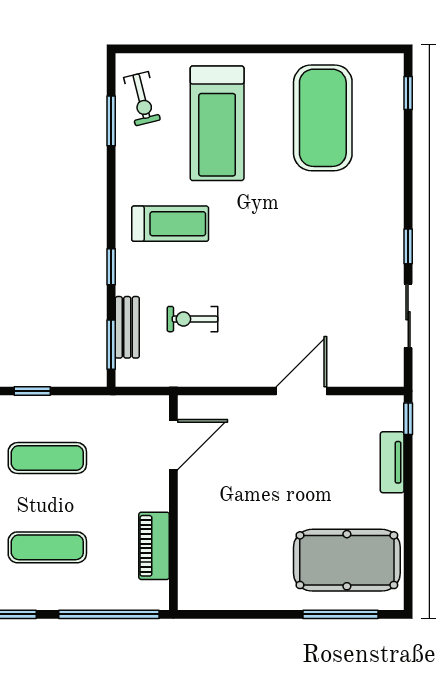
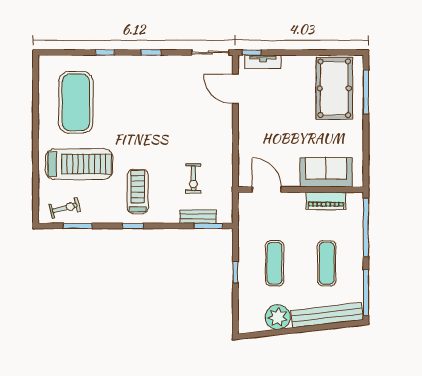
window: (408, 93) -> (105, 53), moved
exercise mat: (323, 118) -> (76, 102), turned 90
window: (111, 267) -> (133, 226), moved
sliding door: (408, 316) -> (210, 53), moved
door: (301, 391) -> (235, 89), moved
tv unit: (392, 462) -> (263, 62), moved
sofa: (203, 546) -> (326, 172), added

